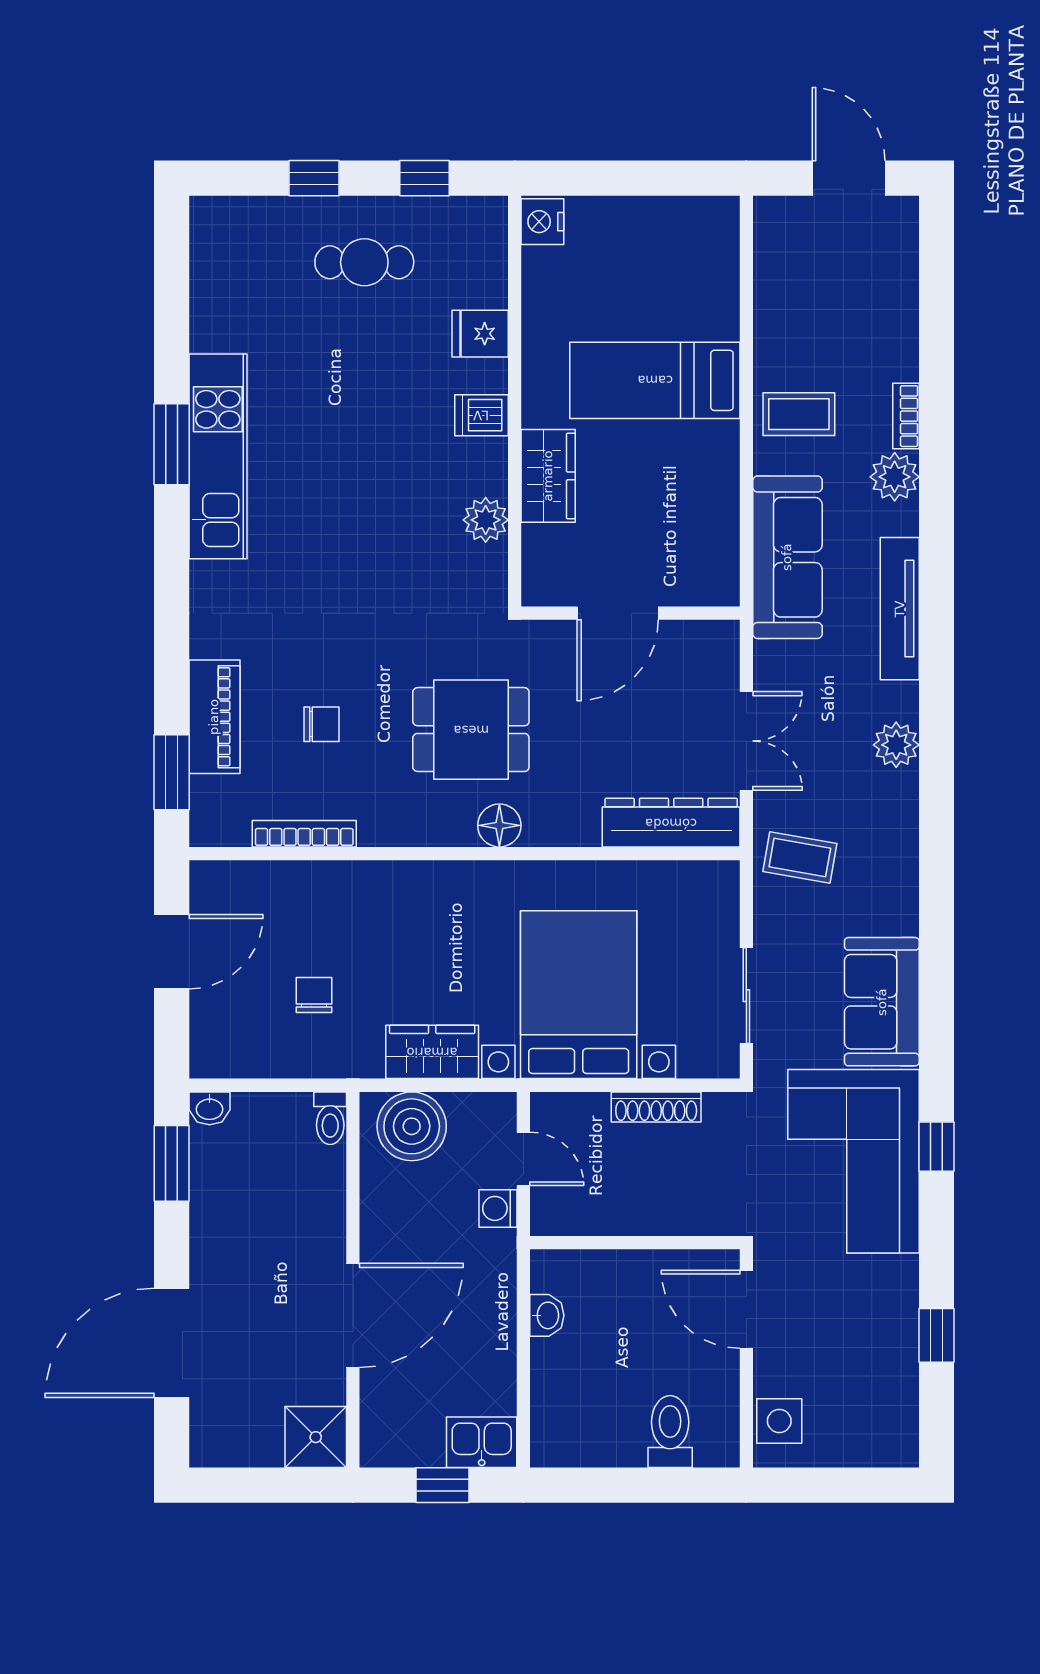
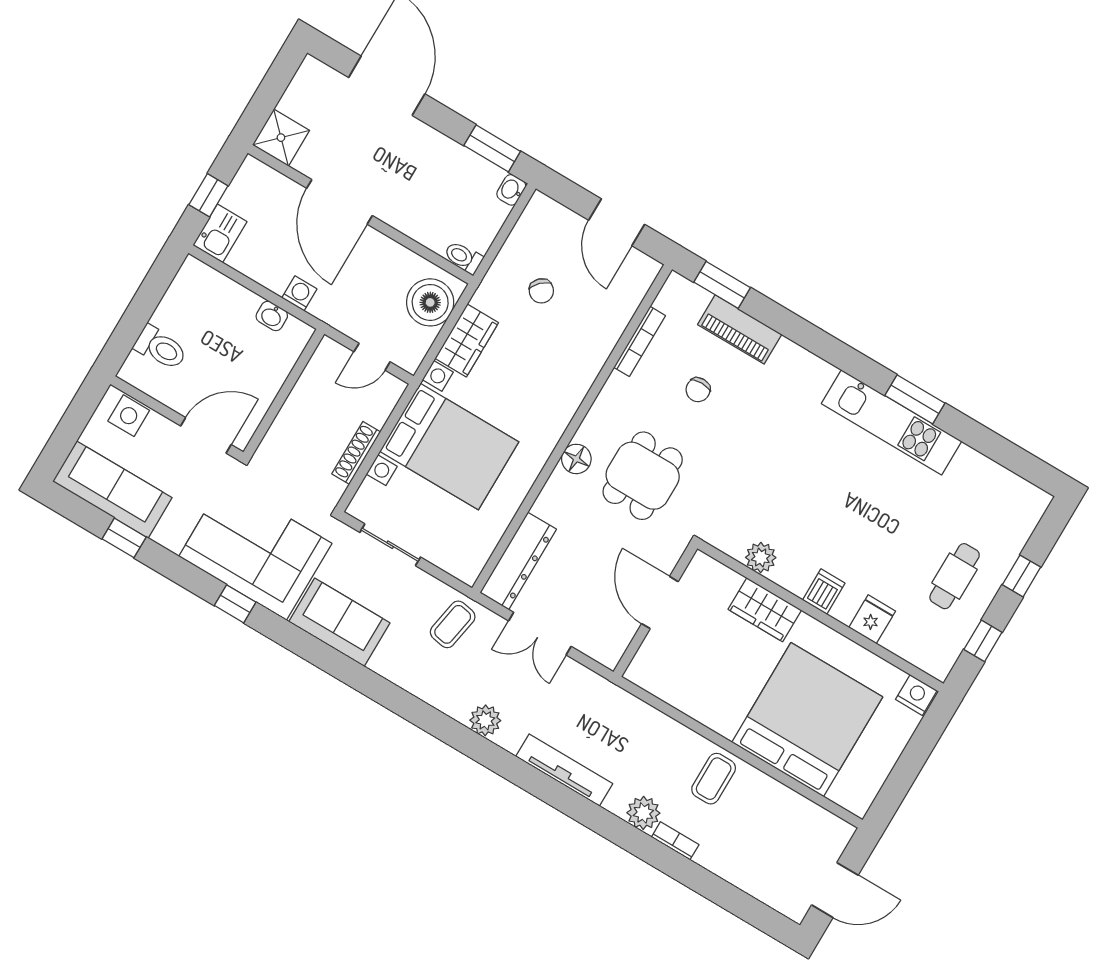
bed: (655, 380) -> (807, 720), width x2.04
sofa: (787, 557) -> (112, 490), moved, turned 180
chair: (314, 995) -> (541, 291), turned 45
washing machine: (498, 1208) -> (299, 293), moved

